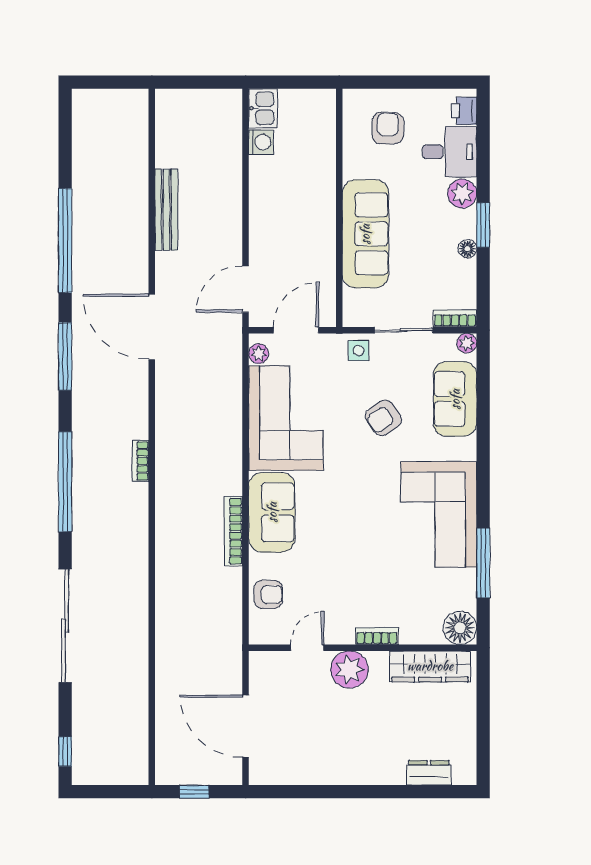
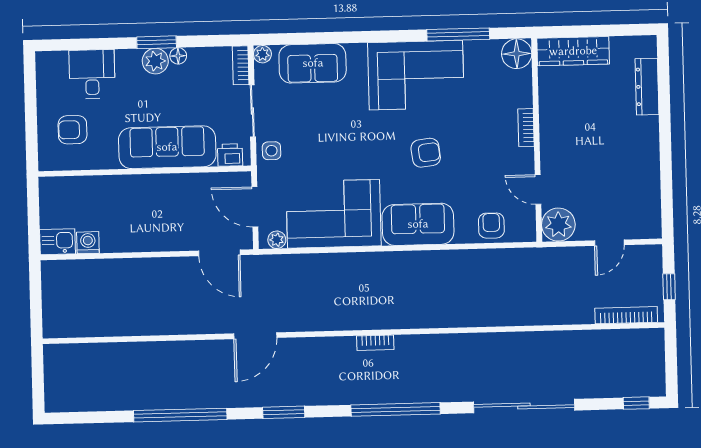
printer: (464, 111) -> (230, 155), moved, turned 180
plant: (462, 194) -> (155, 61), moved
bench: (166, 210) -> (150, 325), removed
door: (152, 327) -> (255, 336), width x0.73
window: (65, 356) -> (284, 412), width x0.69
armchair: (383, 418) -> (426, 153), moved, turned -62
bookcase: (233, 531) -> (626, 315), moved, turned 180
wardrobe: (430, 666) -> (573, 51), moved, turned 90
plant: (349, 670) -> (558, 225), moved
door: (246, 726) -> (609, 243), width x0.53
dresser: (429, 773) -> (647, 87), width x1.44

